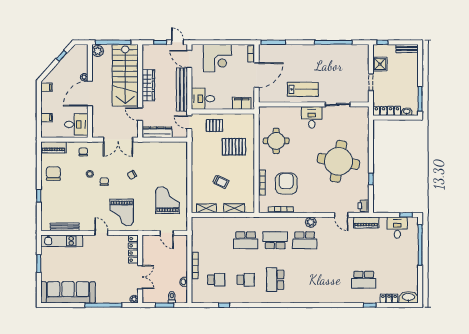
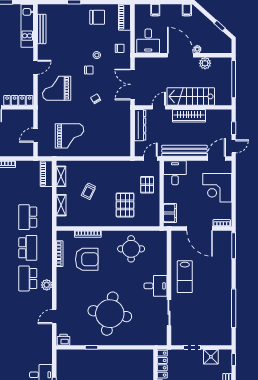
plant: (98, 51) -> (205, 63), moved
stairs: (125, 75) -> (191, 96), width x0.73, depth x0.66
piano: (366, 222) -> (46, 174), moved

